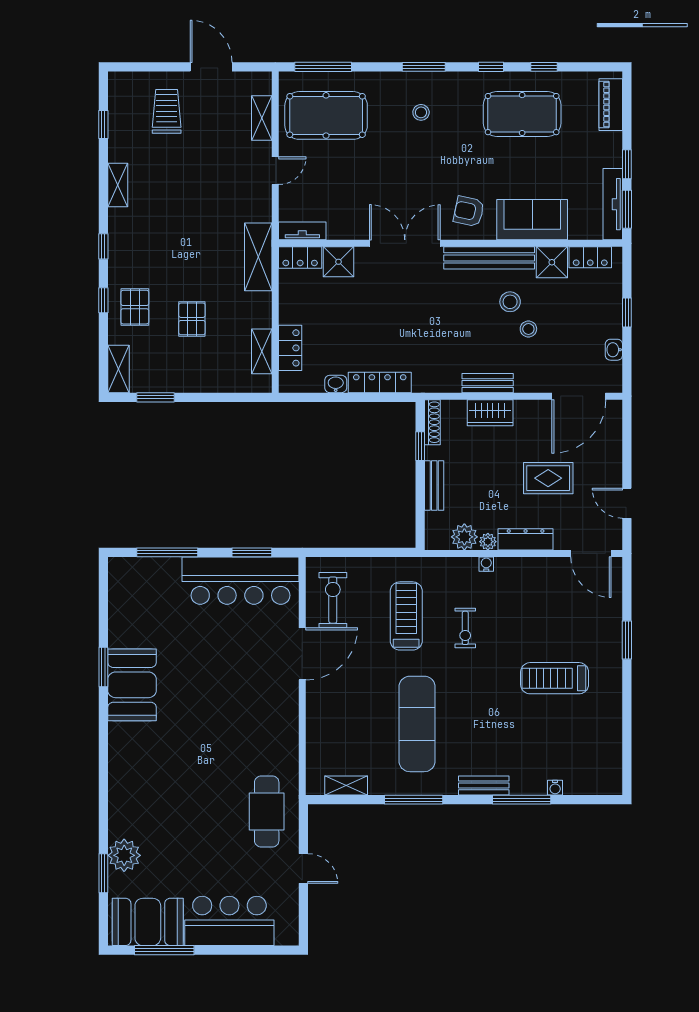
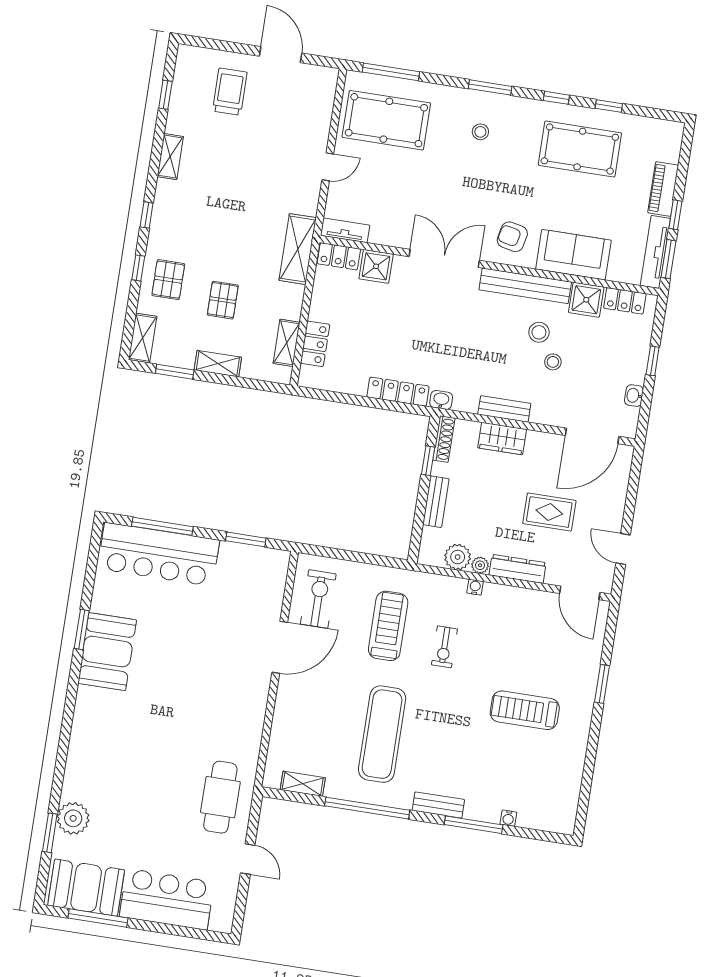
piano: (611, 105) -> (663, 189), moved
shelving: (262, 118) -> (218, 364), moved, turned 90
washbasin: (336, 384) -> (441, 400), moved
bar counter: (240, 581) -> (159, 554), moved
window: (414, 800) -> (367, 808), width x1.46

